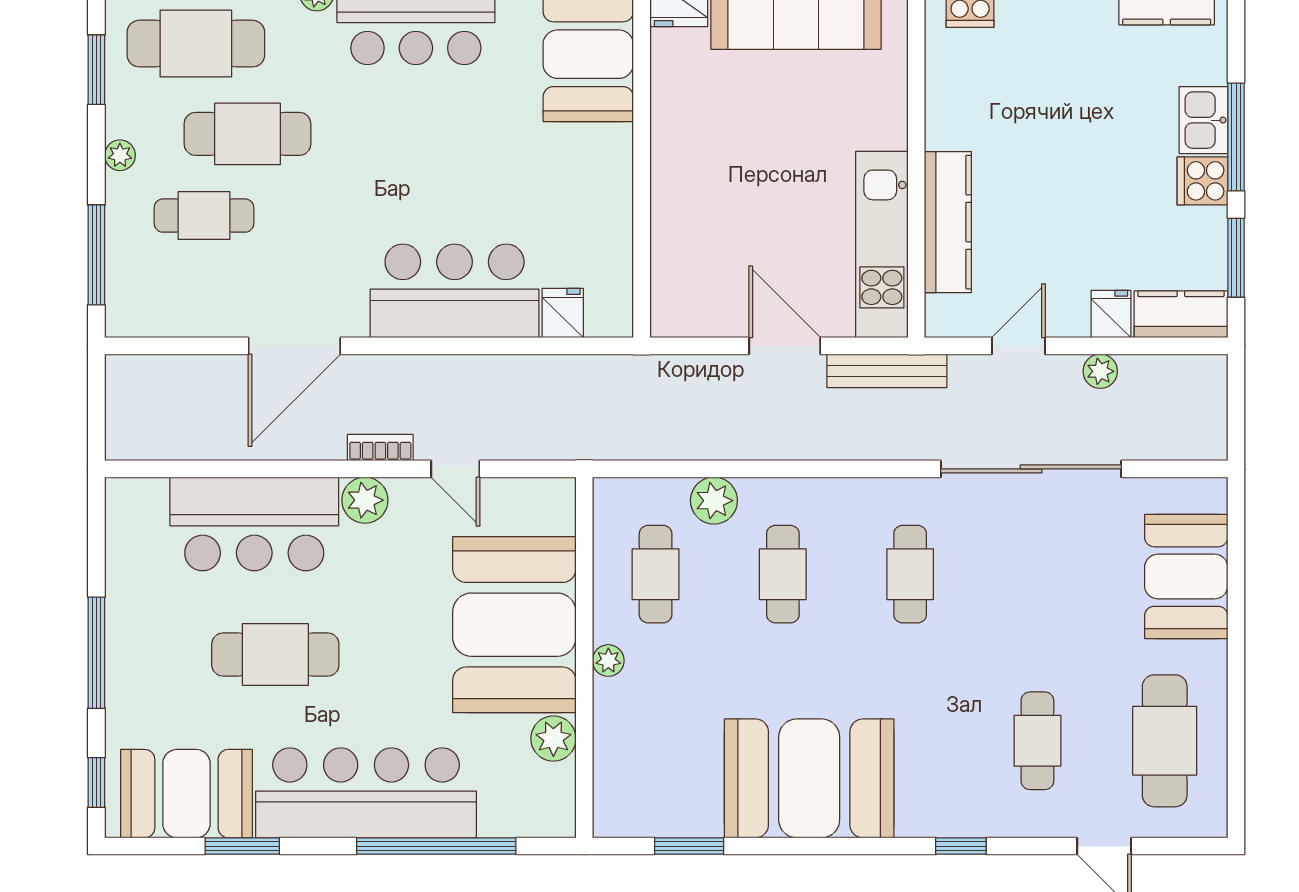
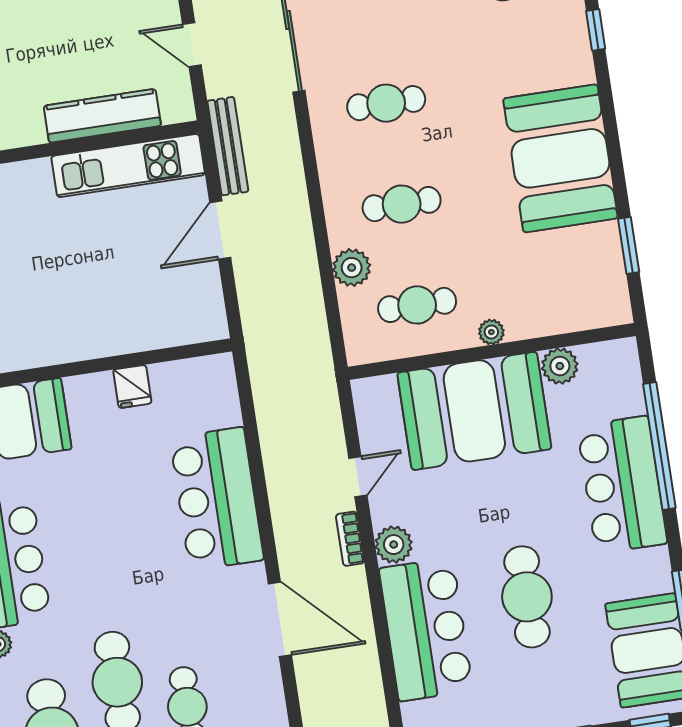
fridge: (563, 313) -> (132, 387), moved, turned -90
bar counter: (366, 793) -> (622, 485), width x0.73

